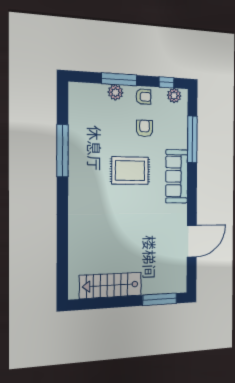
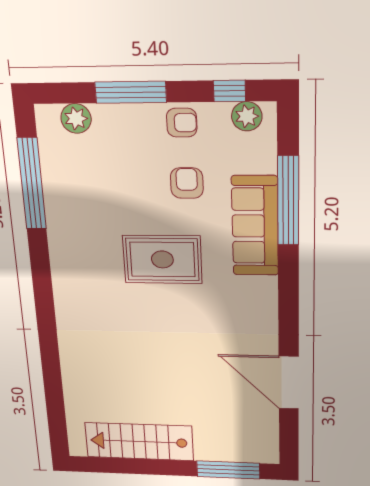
plant: (115, 92) -> (76, 118), moved
window: (62, 151) -> (32, 184), moved
sofa: (177, 176) -> (255, 226), moved
door: (192, 241) -> (289, 383), swing flipped

